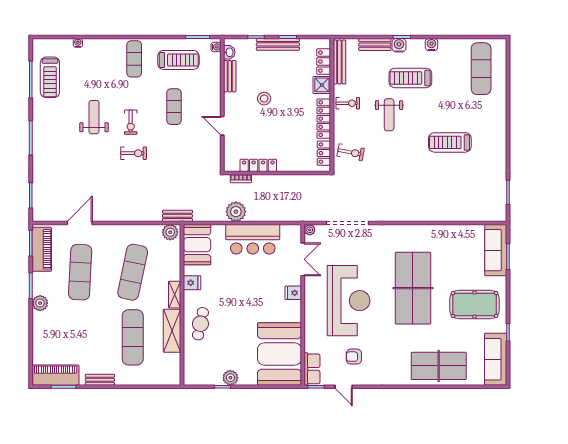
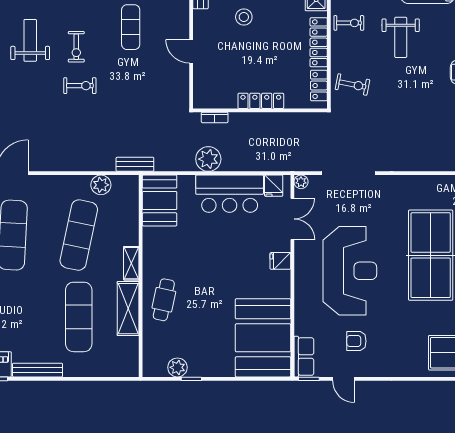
locker: (258, 165) -> (261, 101), moved
plant: (170, 232) -> (101, 185), moved
fridge: (192, 283) -> (274, 186), moved, turned 90
plant: (230, 378) -> (177, 367), moved
bench: (100, 380) -> (38, 370), width x1.36

